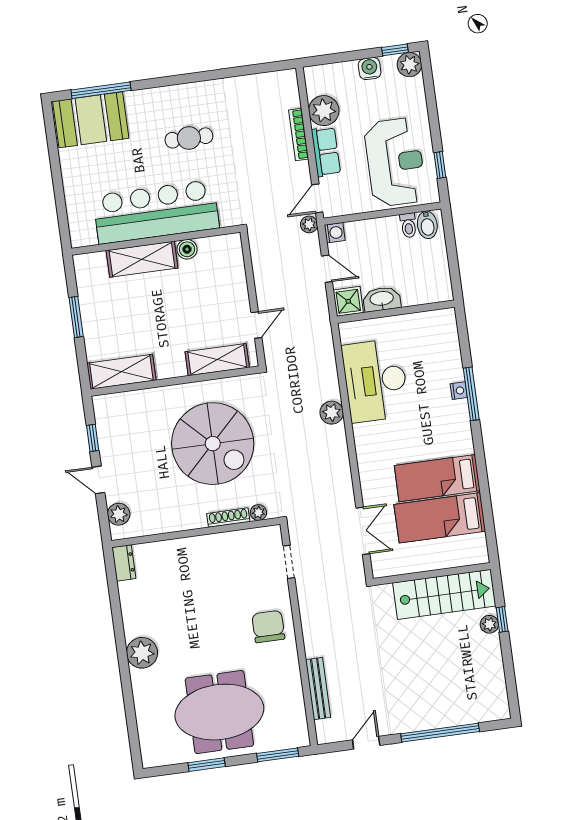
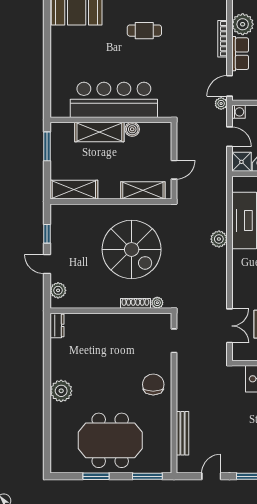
bar counter: (156, 212) -> (114, 100), moved
wall: (156, 240) -> (111, 120), moved
boiler: (187, 249) -> (132, 129), moved
shelving: (142, 259) -> (99, 132), moved

